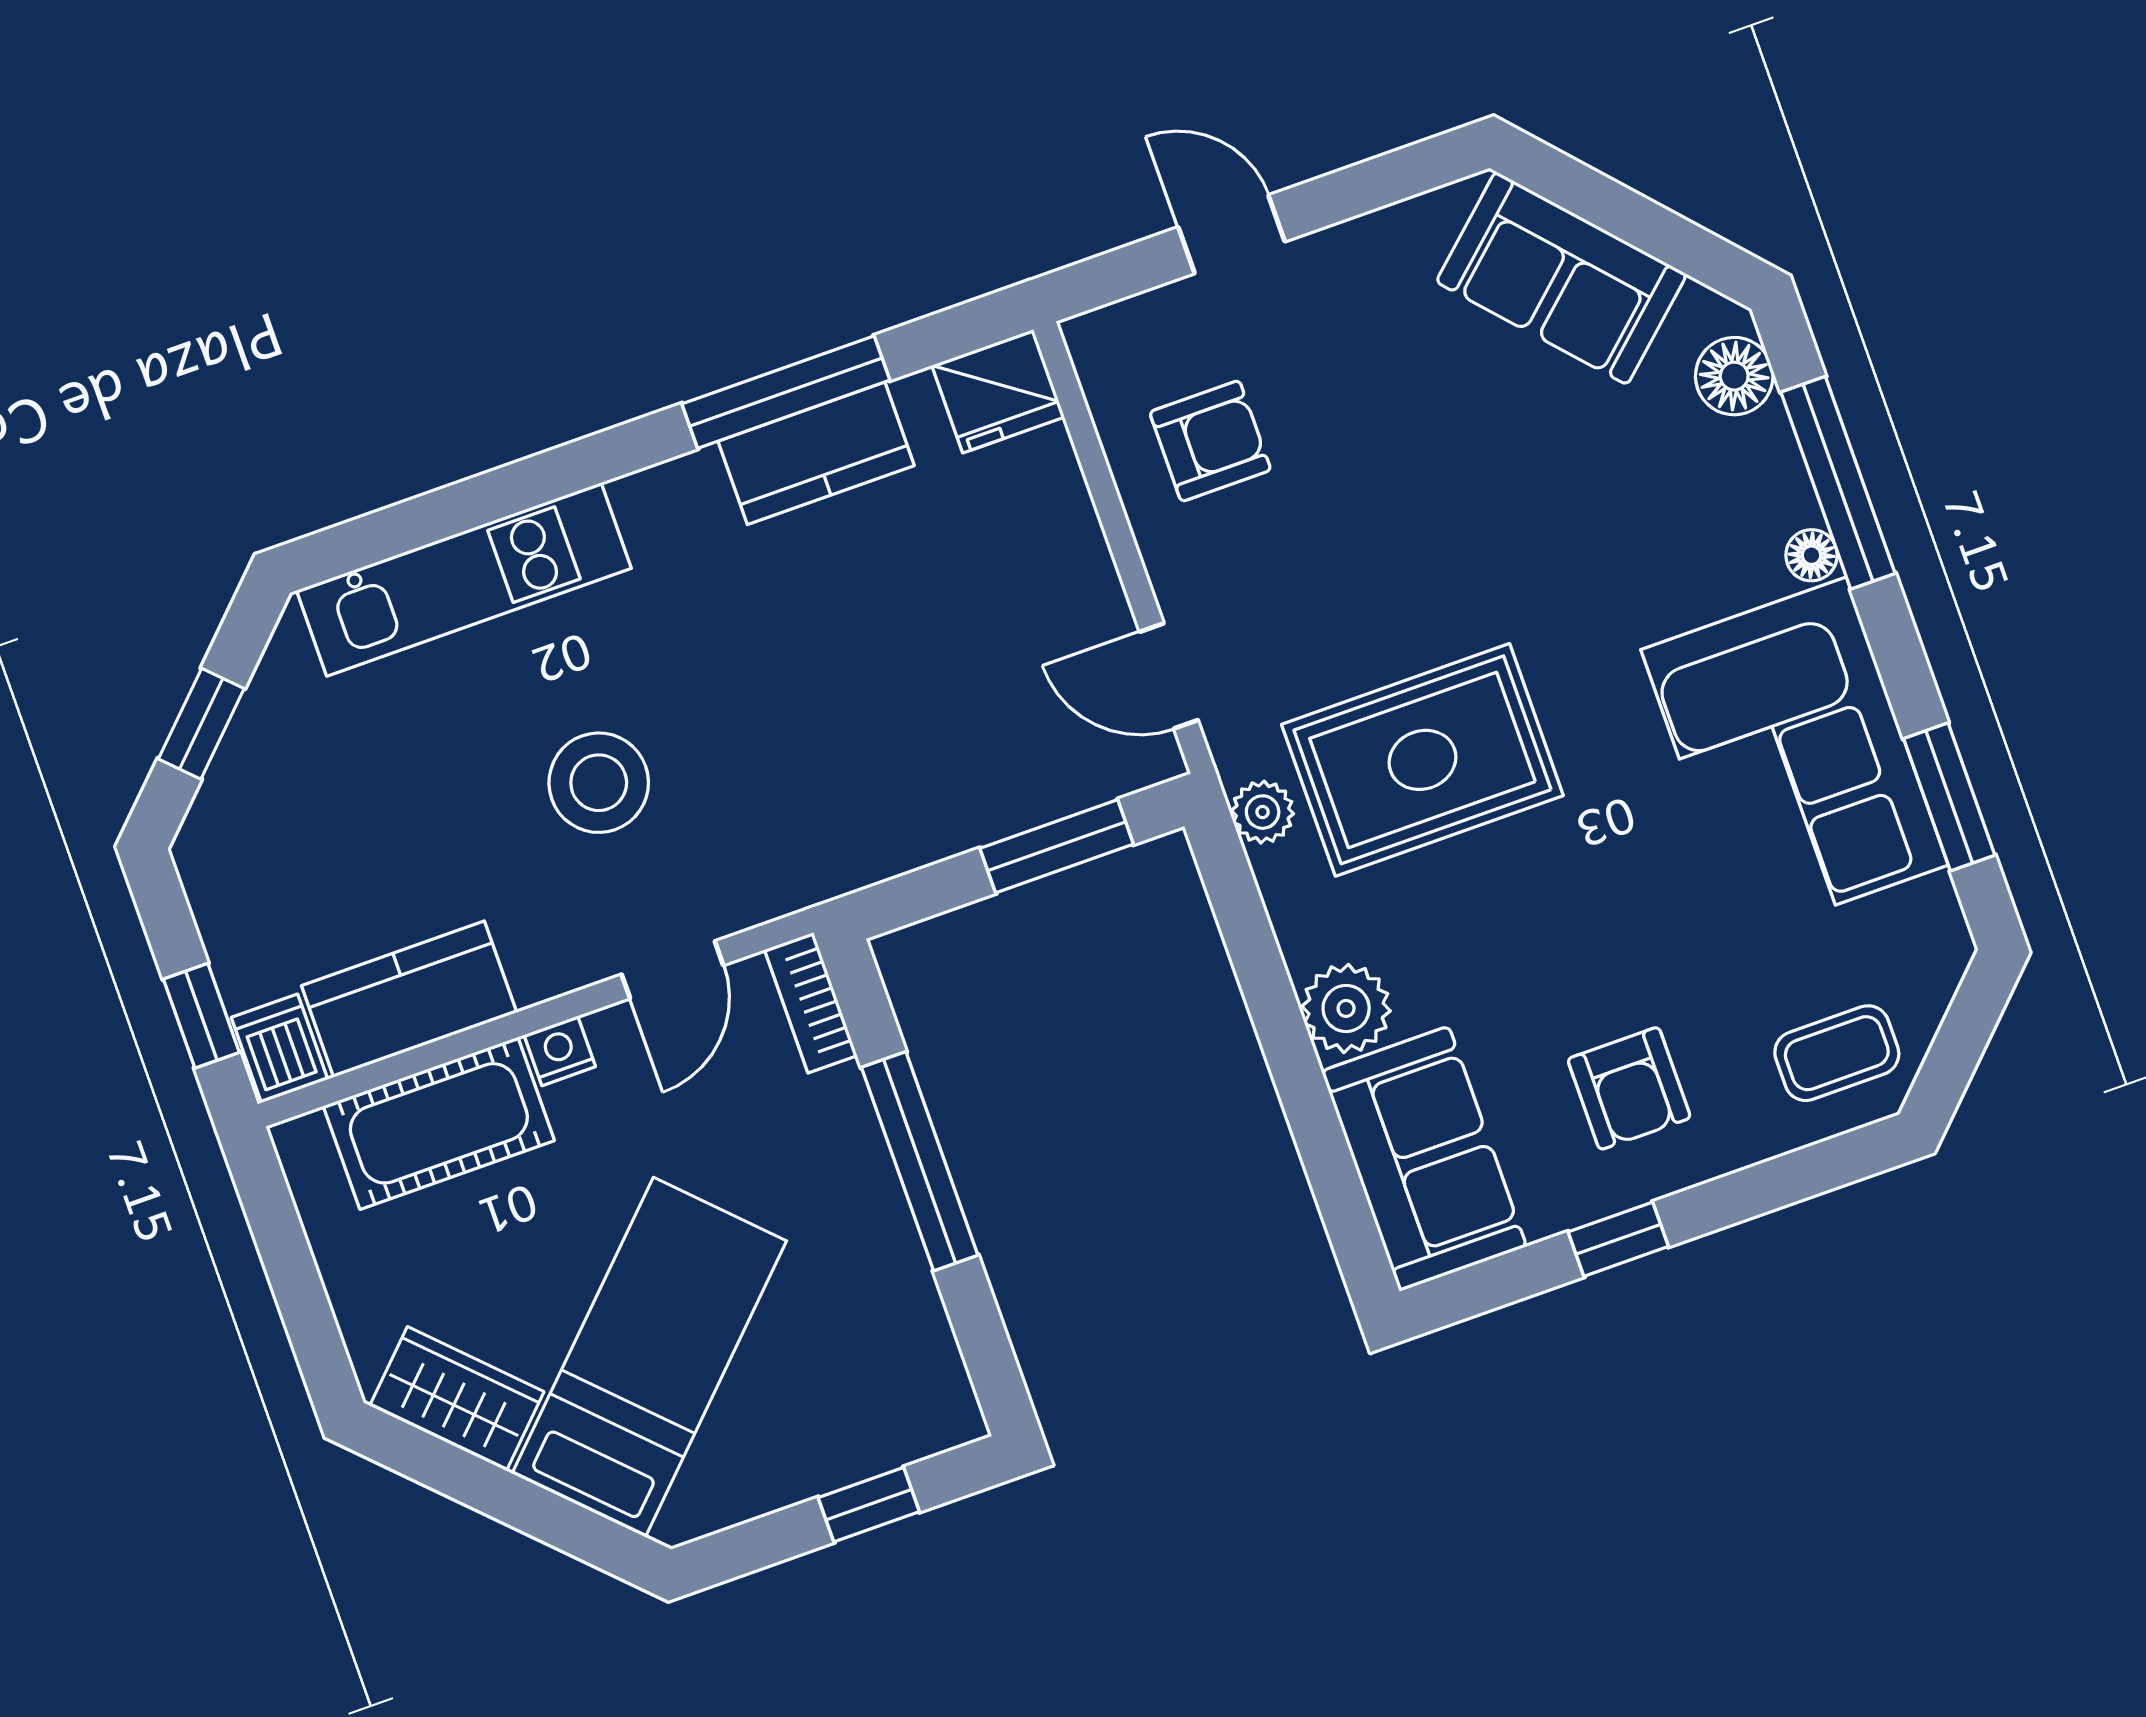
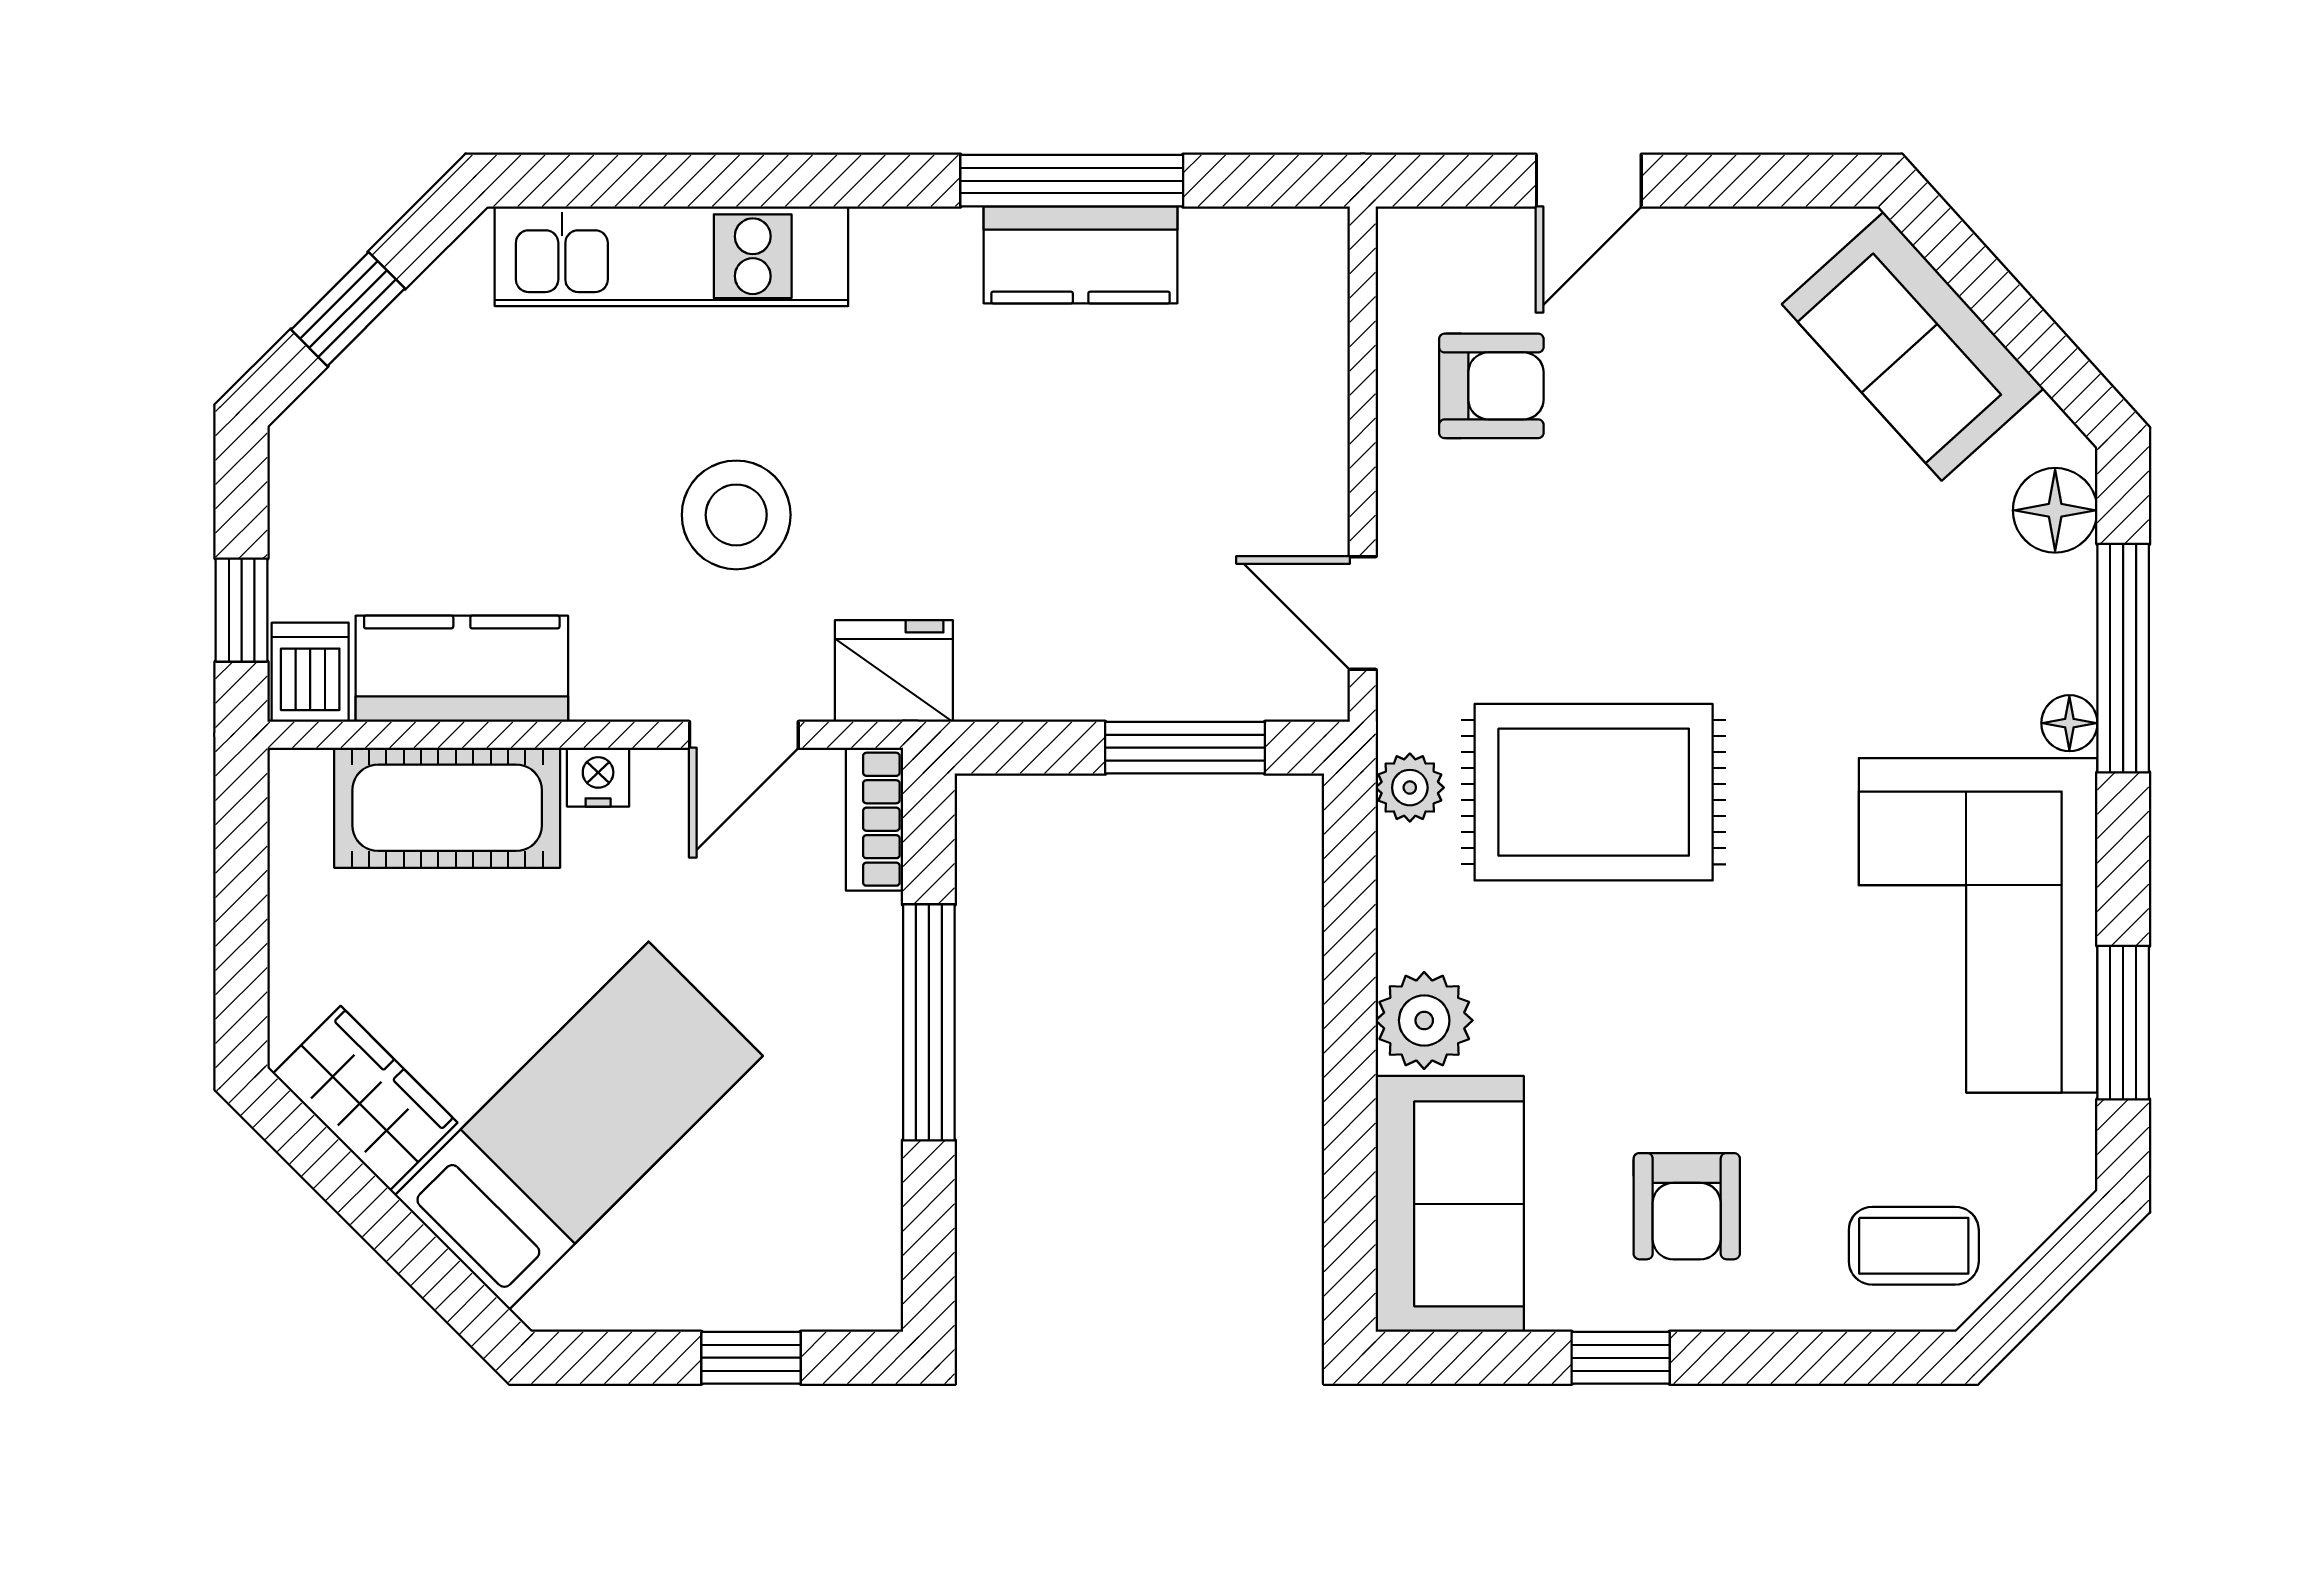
door: (1231, 234) -> (1589, 181), swing flipped
fridge: (998, 391) -> (894, 671), moved, turned 180

